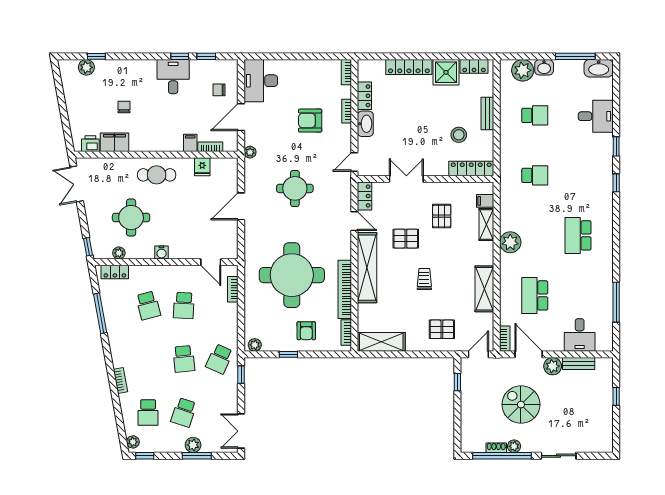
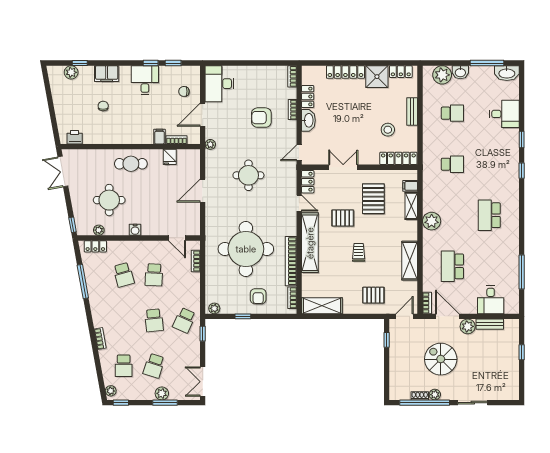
filing cabinet: (114, 142) -> (107, 74), moved, turned 180
pallet: (442, 216) -> (373, 199), width x1.50, depth x1.42

